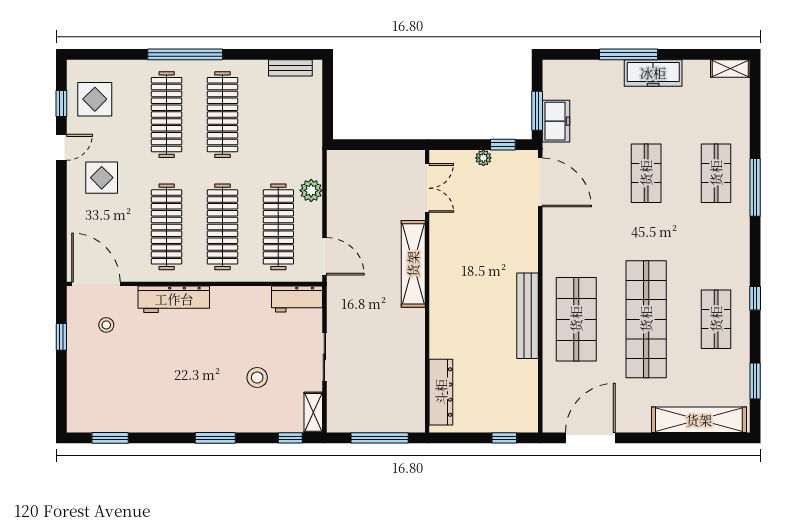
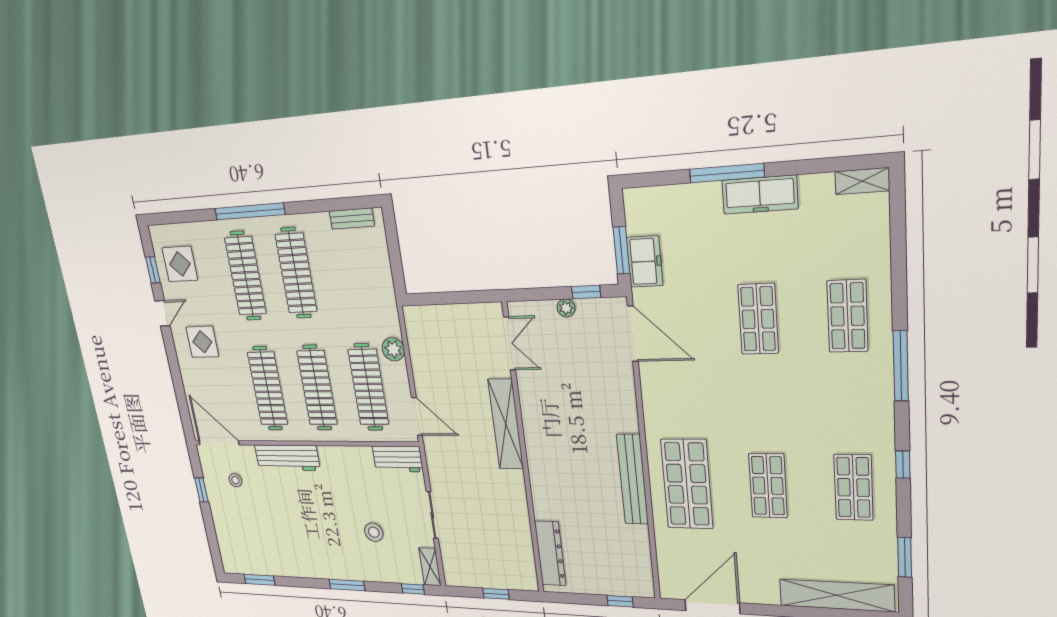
window: (755, 187) -> (901, 366), moved
shop shelf: (646, 319) -> (768, 486), width x0.50, depth x0.74
window: (380, 438) -> (496, 594), width x0.46

